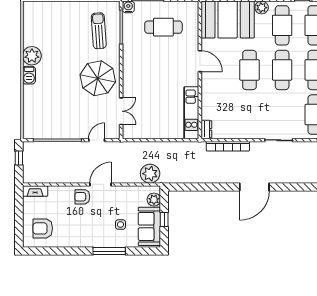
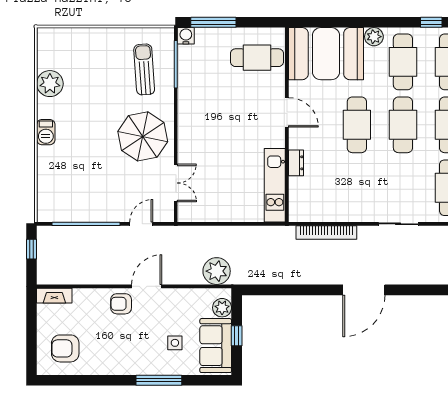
cafe table: (163, 27) -> (257, 58), moved
plant: (32, 56) -> (50, 84), moved
dresser: (206, 129) -> (296, 163), moved

